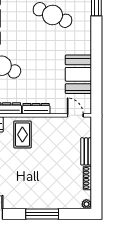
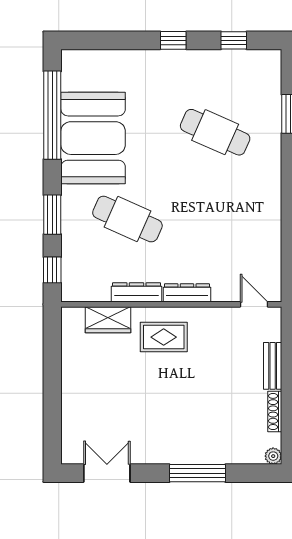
booth: (78, 74) -> (259, 234), removed
rug: (22, 135) -> (164, 337), turned 90

